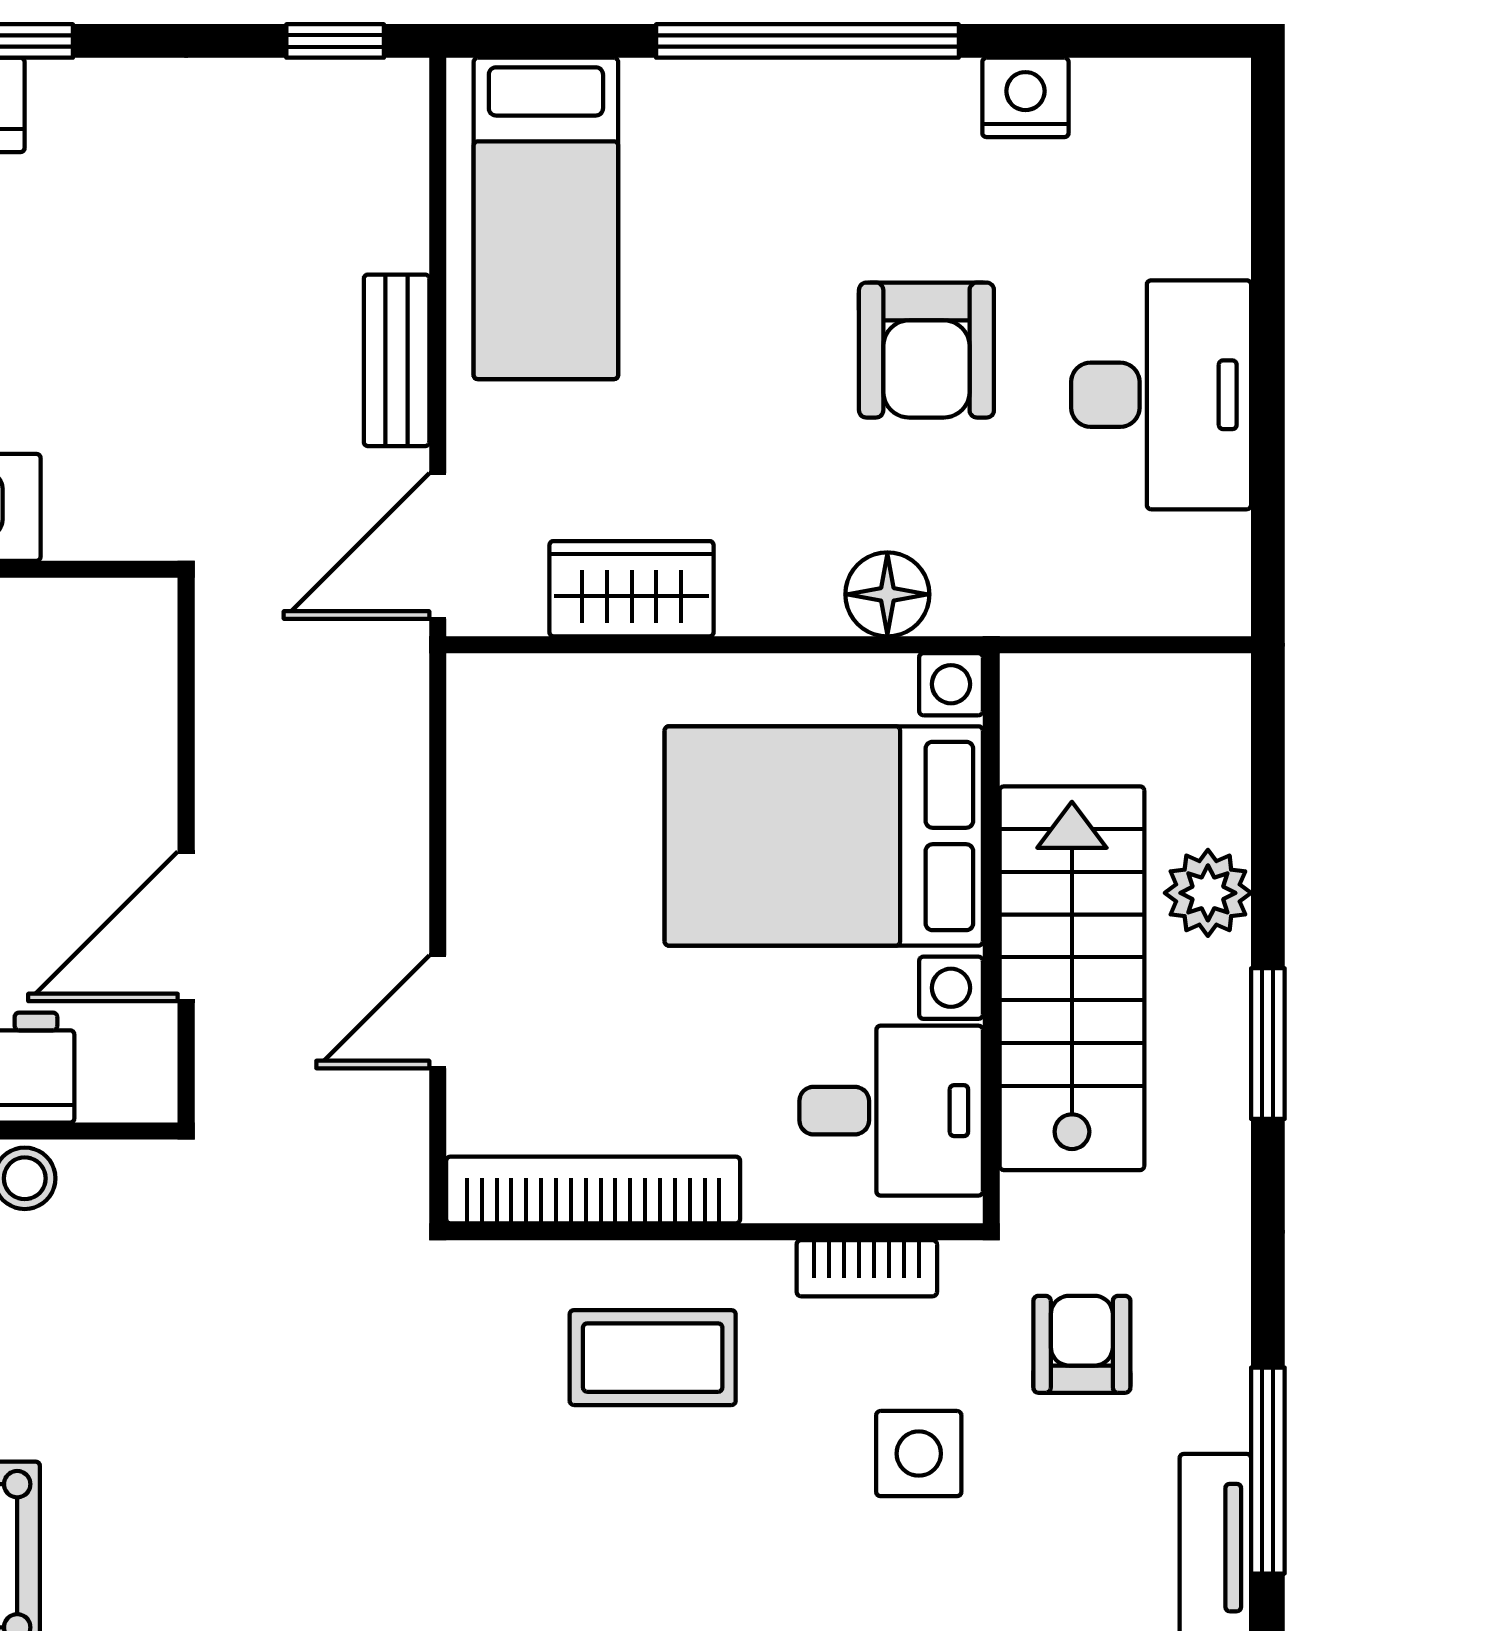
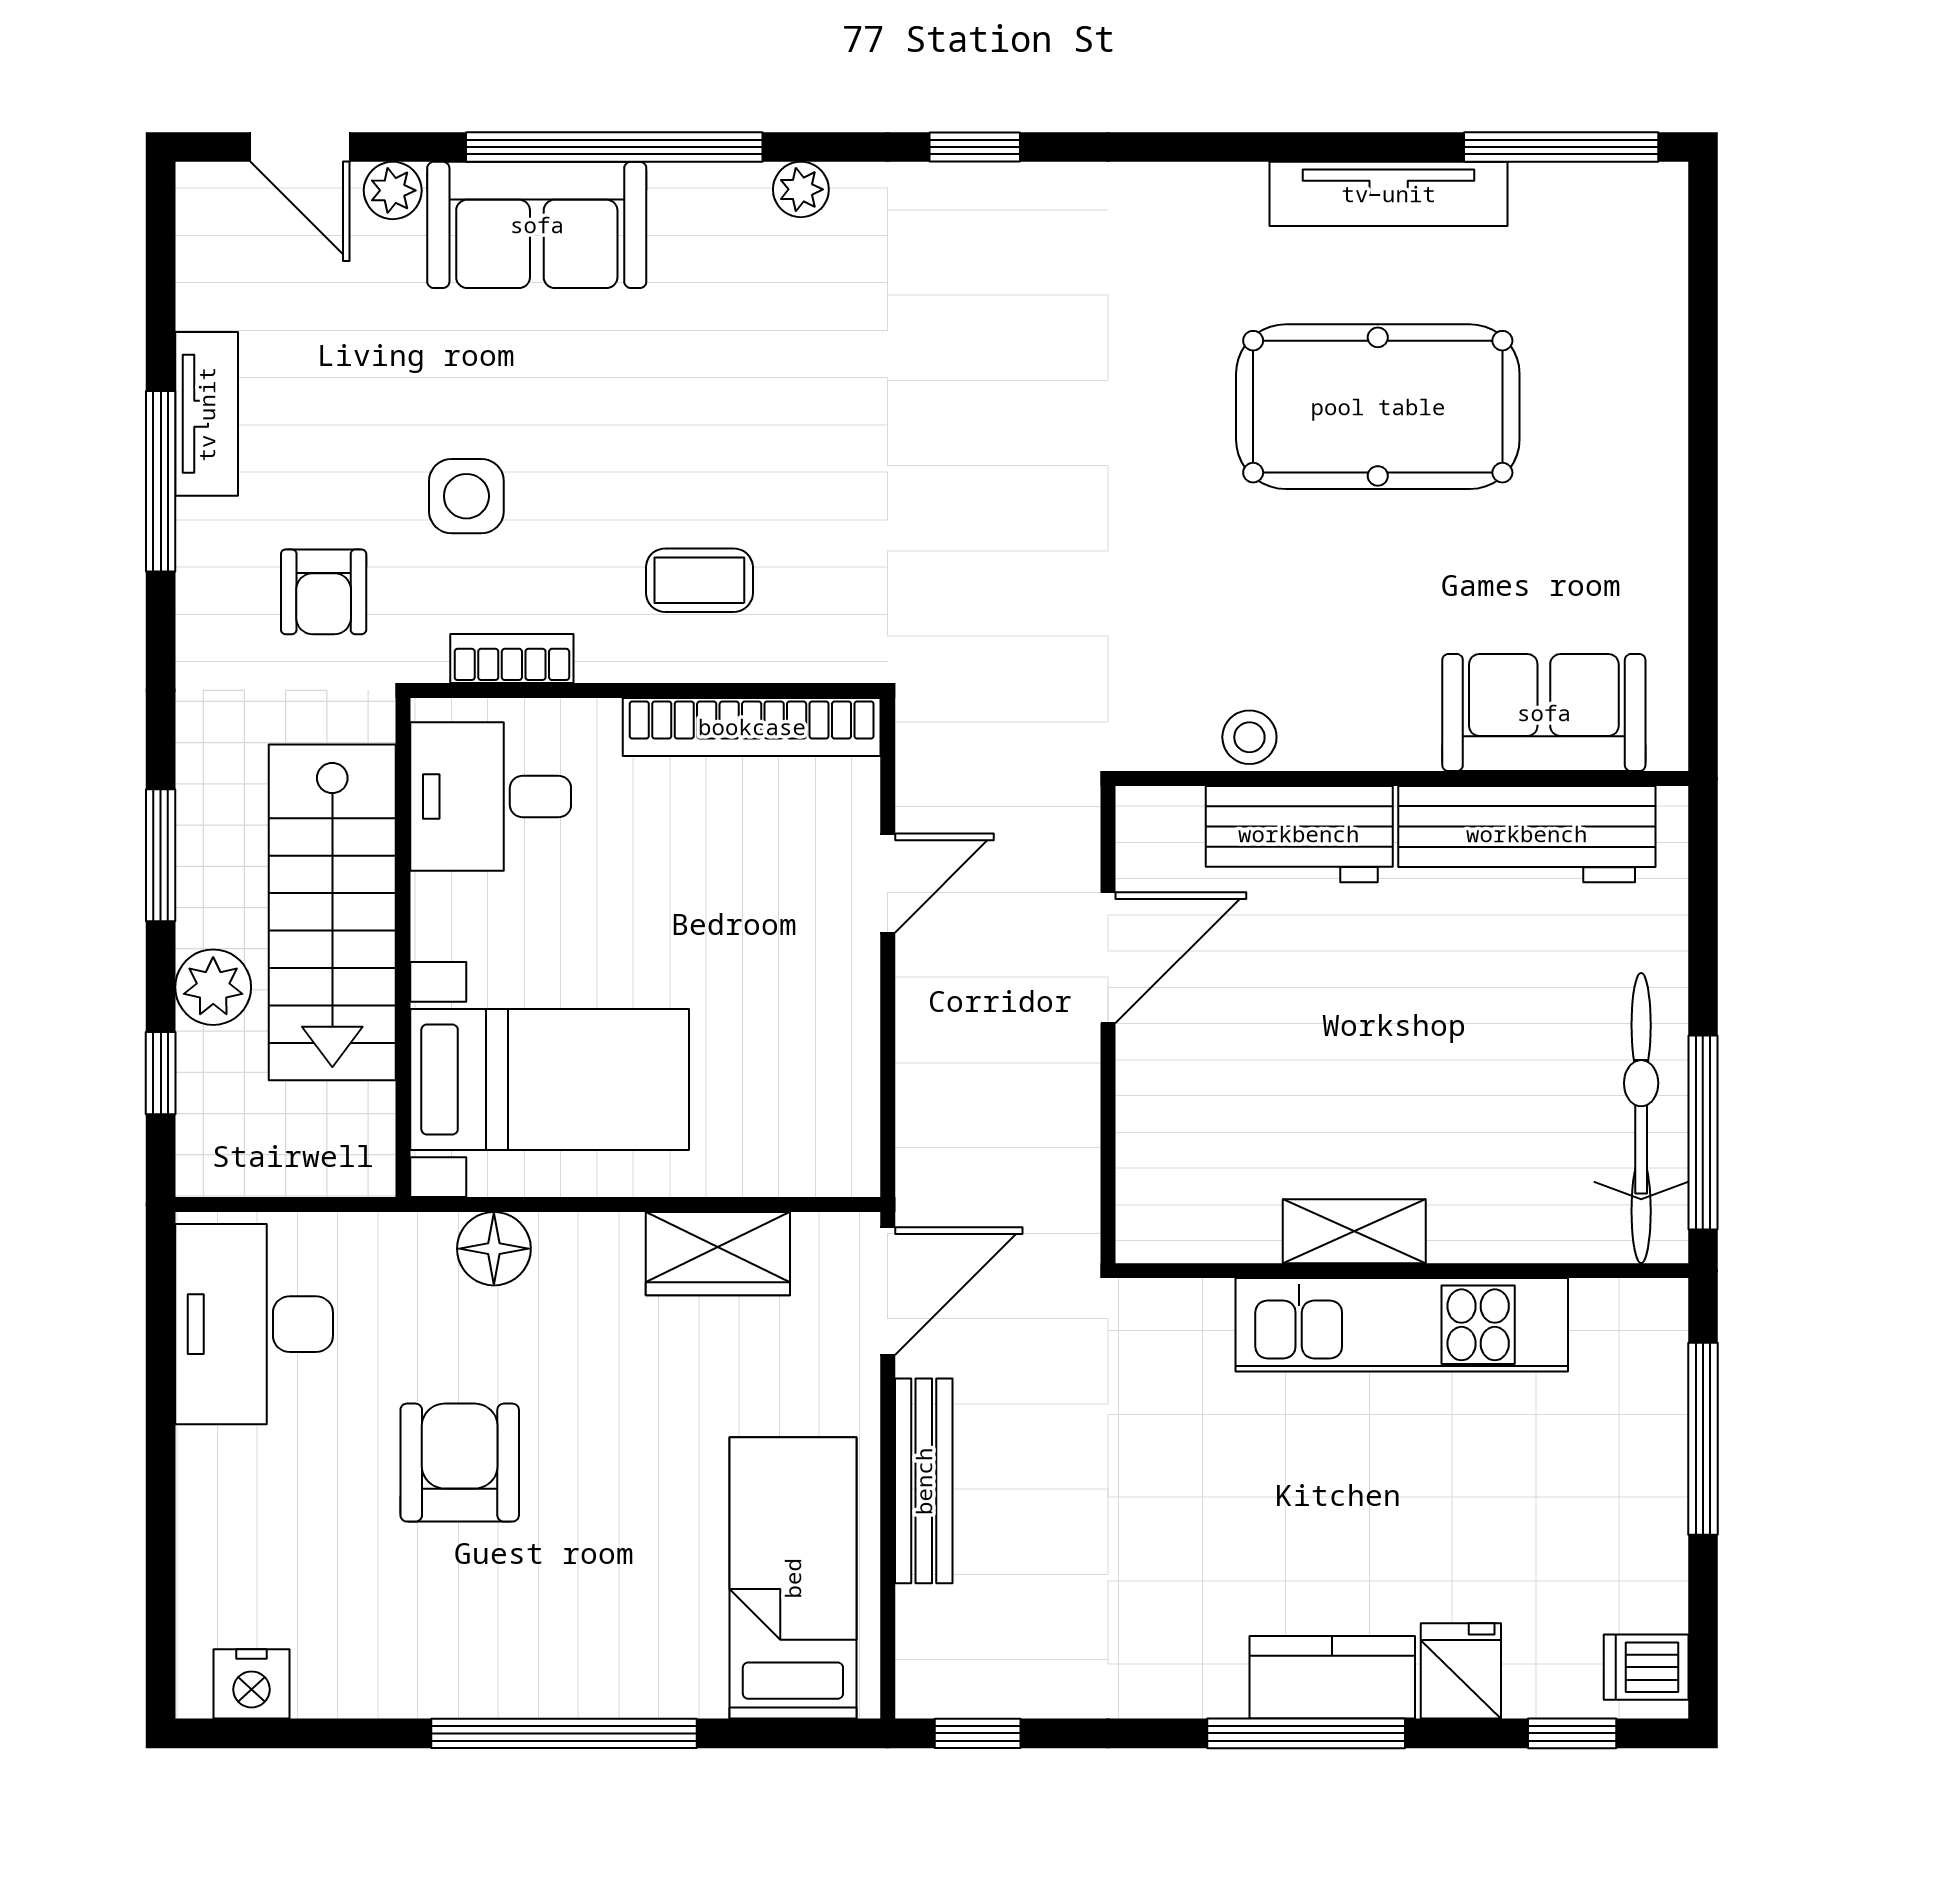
nightstand: (1025, 97) -> (251, 1684), moved
bench: (397, 360) -> (924, 1481), width x1.36
desk: (1161, 395) -> (254, 1324), moved
window: (1268, 795) -> (161, 1073), added
bed with nightstands: (824, 836) -> (550, 1079), width x0.73
coffee table: (653, 1358) -> (699, 580), width x0.73, depth x0.77

